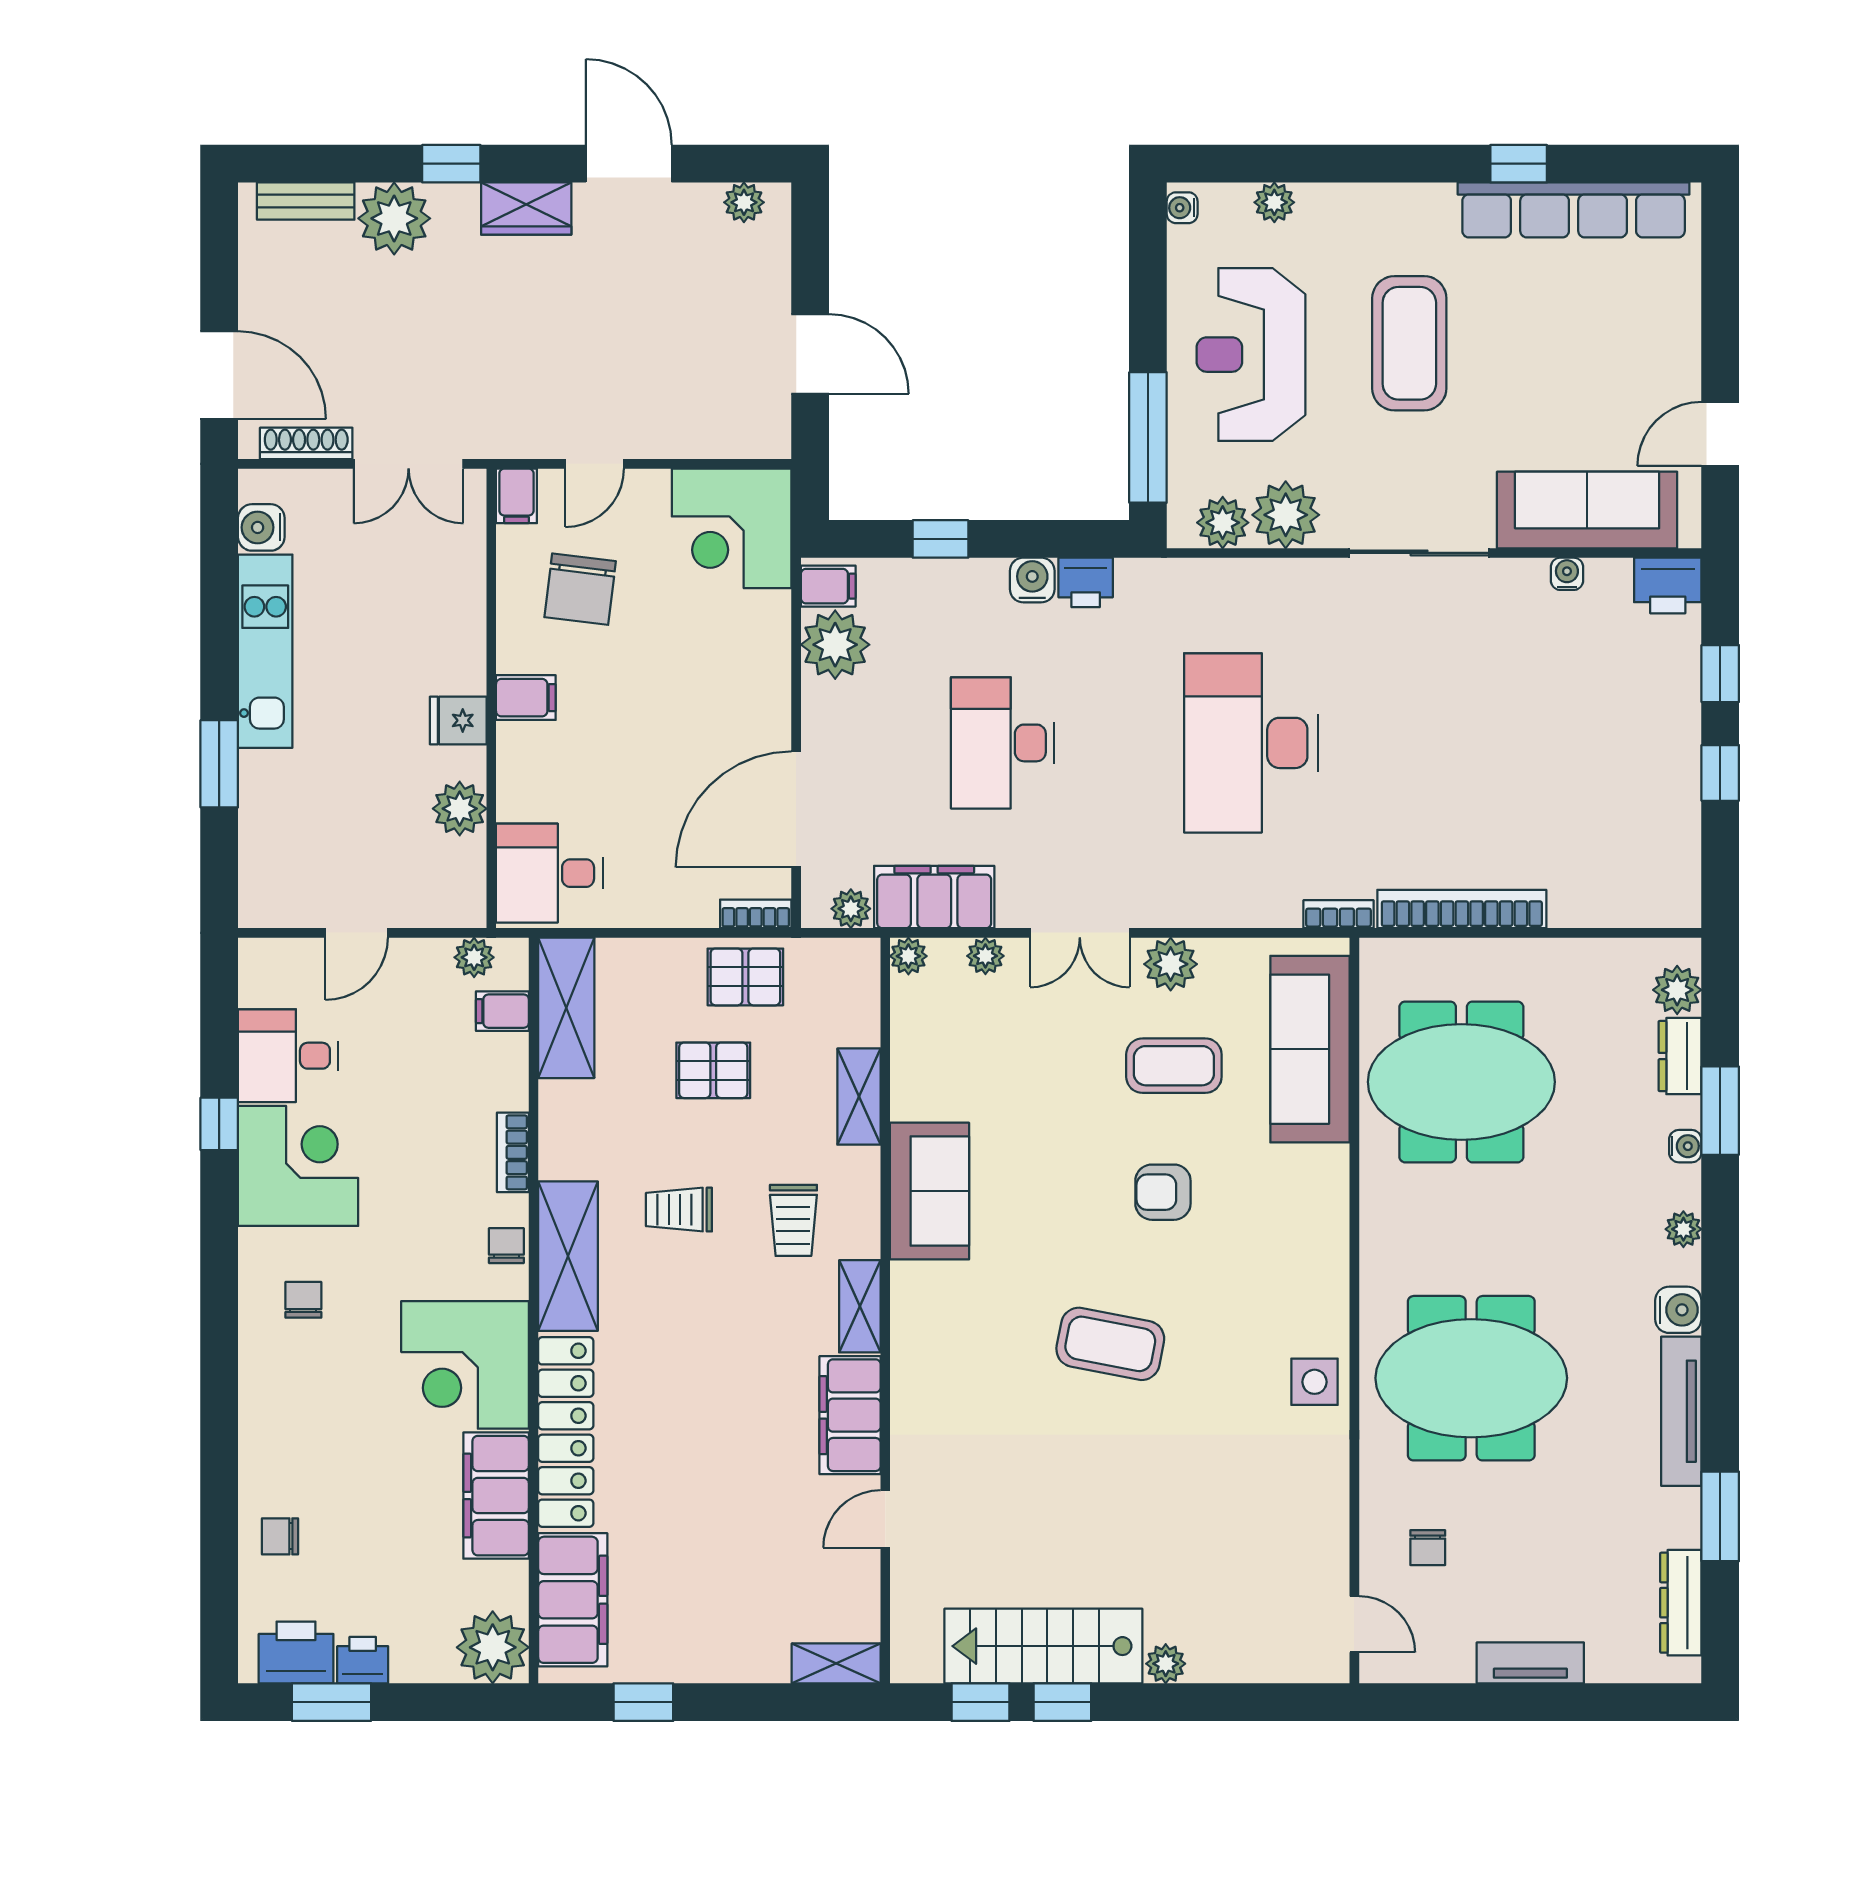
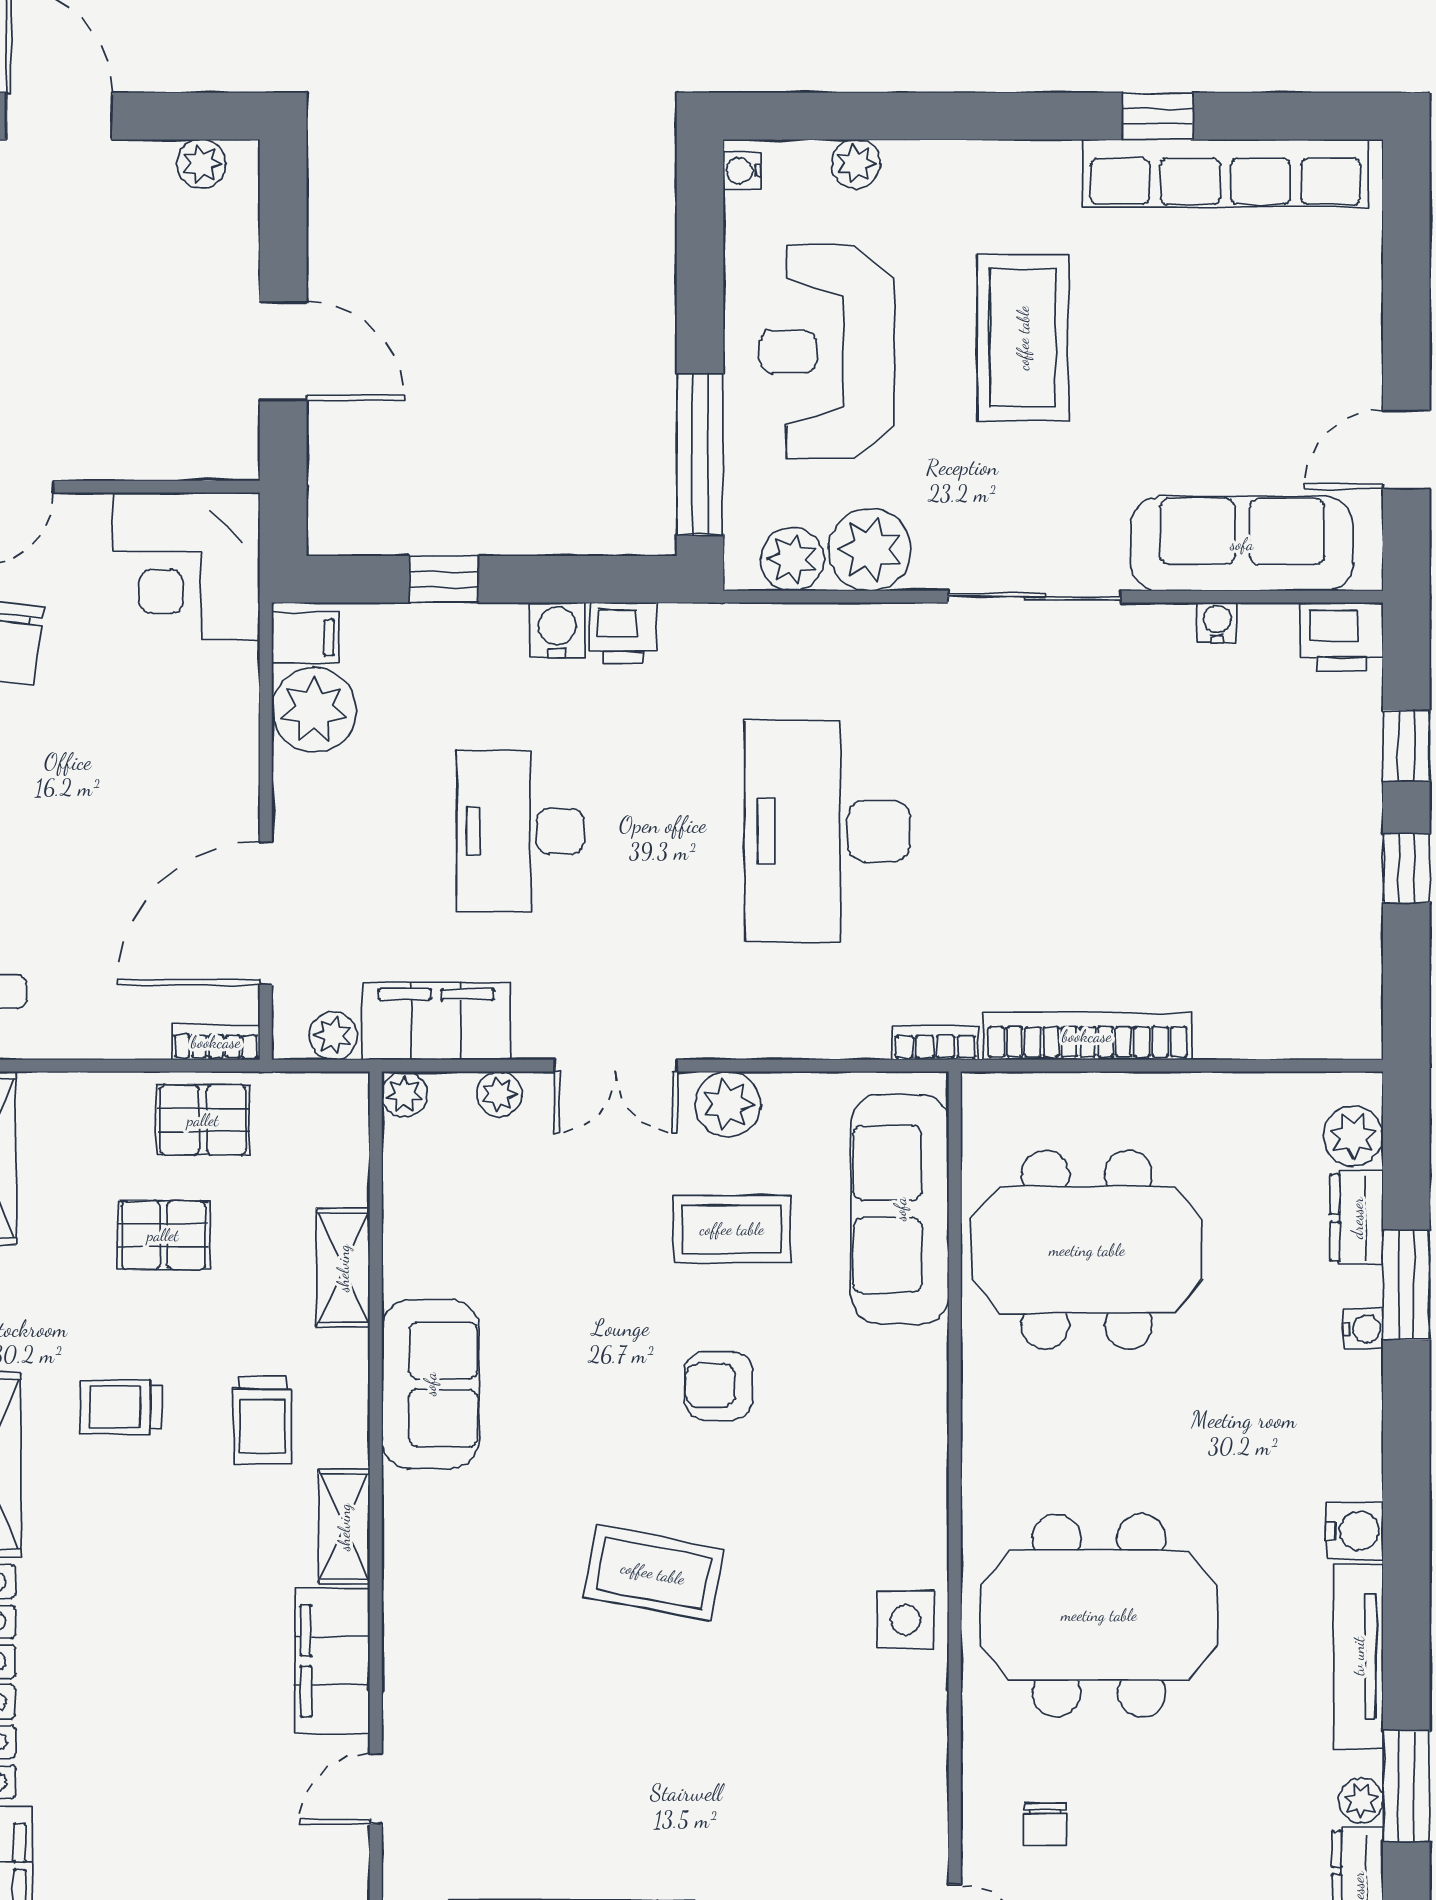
plant: (1683, 1229) -> (1361, 1800), moved

